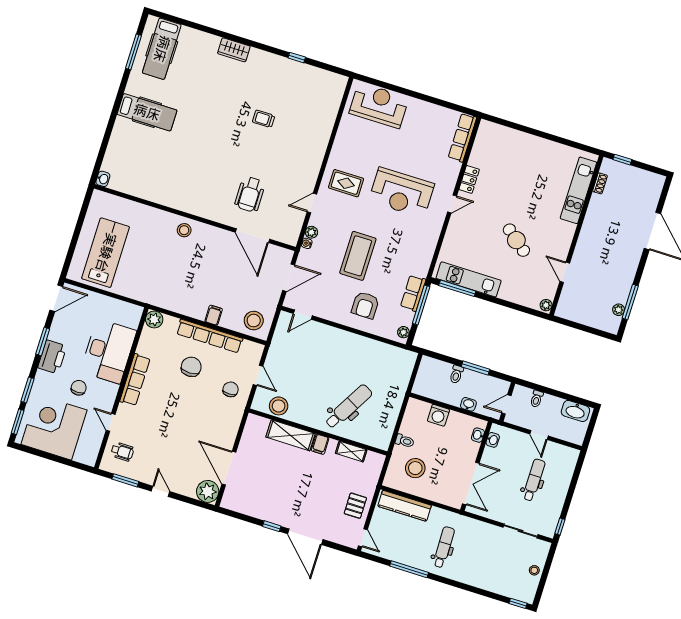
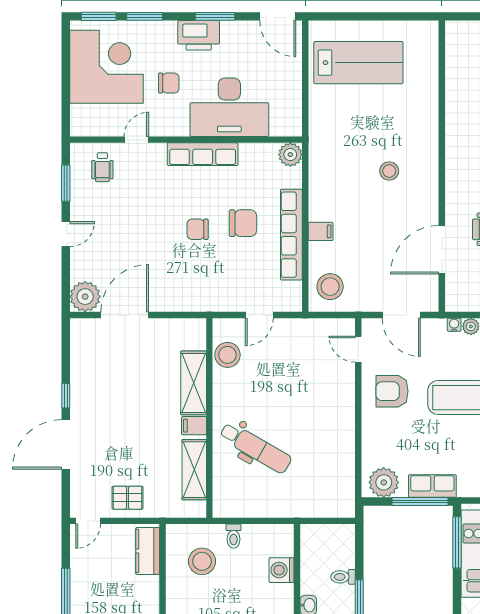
washbasin: (103, 179) -> (455, 29), removed
stool: (184, 230) -> (389, 171), moved
armchair: (365, 305) -> (392, 391), moved
plant: (403, 332) -> (384, 482), width x1.88, depth x1.88
chair: (231, 389) -> (198, 229), moved, turned 180
shelving: (351, 452) -> (194, 470), width x1.50, depth x1.33
kitchen counter: (405, 506) -> (148, 551), width x0.67

